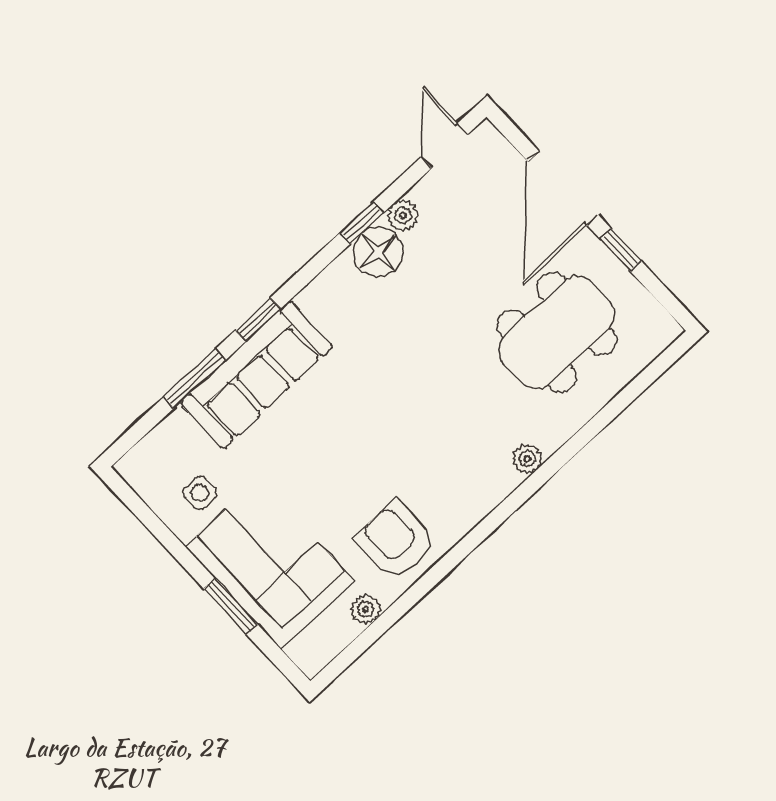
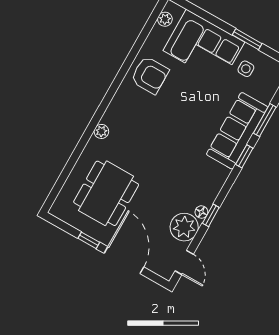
plant: (403, 215) -> (184, 227), width x1.88, depth x1.88
floor lamp: (378, 252) -> (201, 212), width x0.53, depth x0.53
window: (231, 606) -> (247, 39), moved
plant: (366, 609) -> (165, 19), moved

